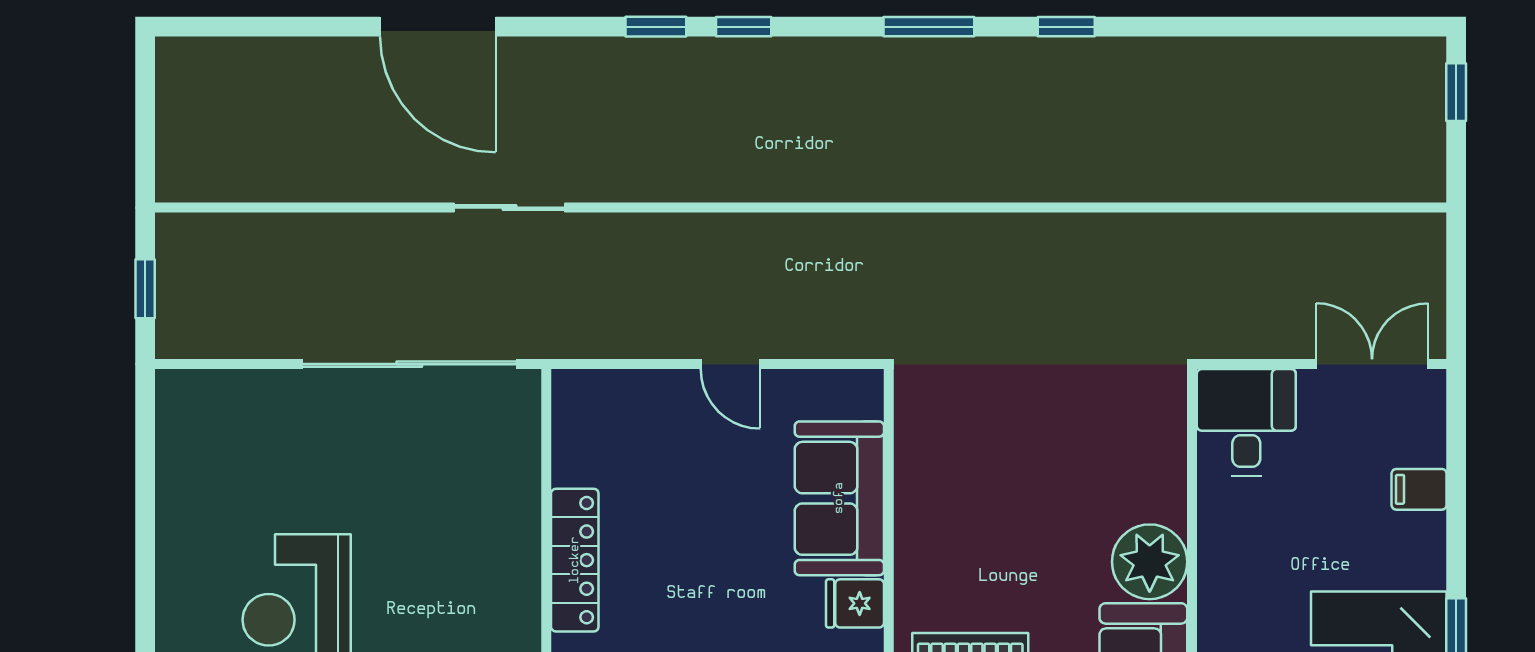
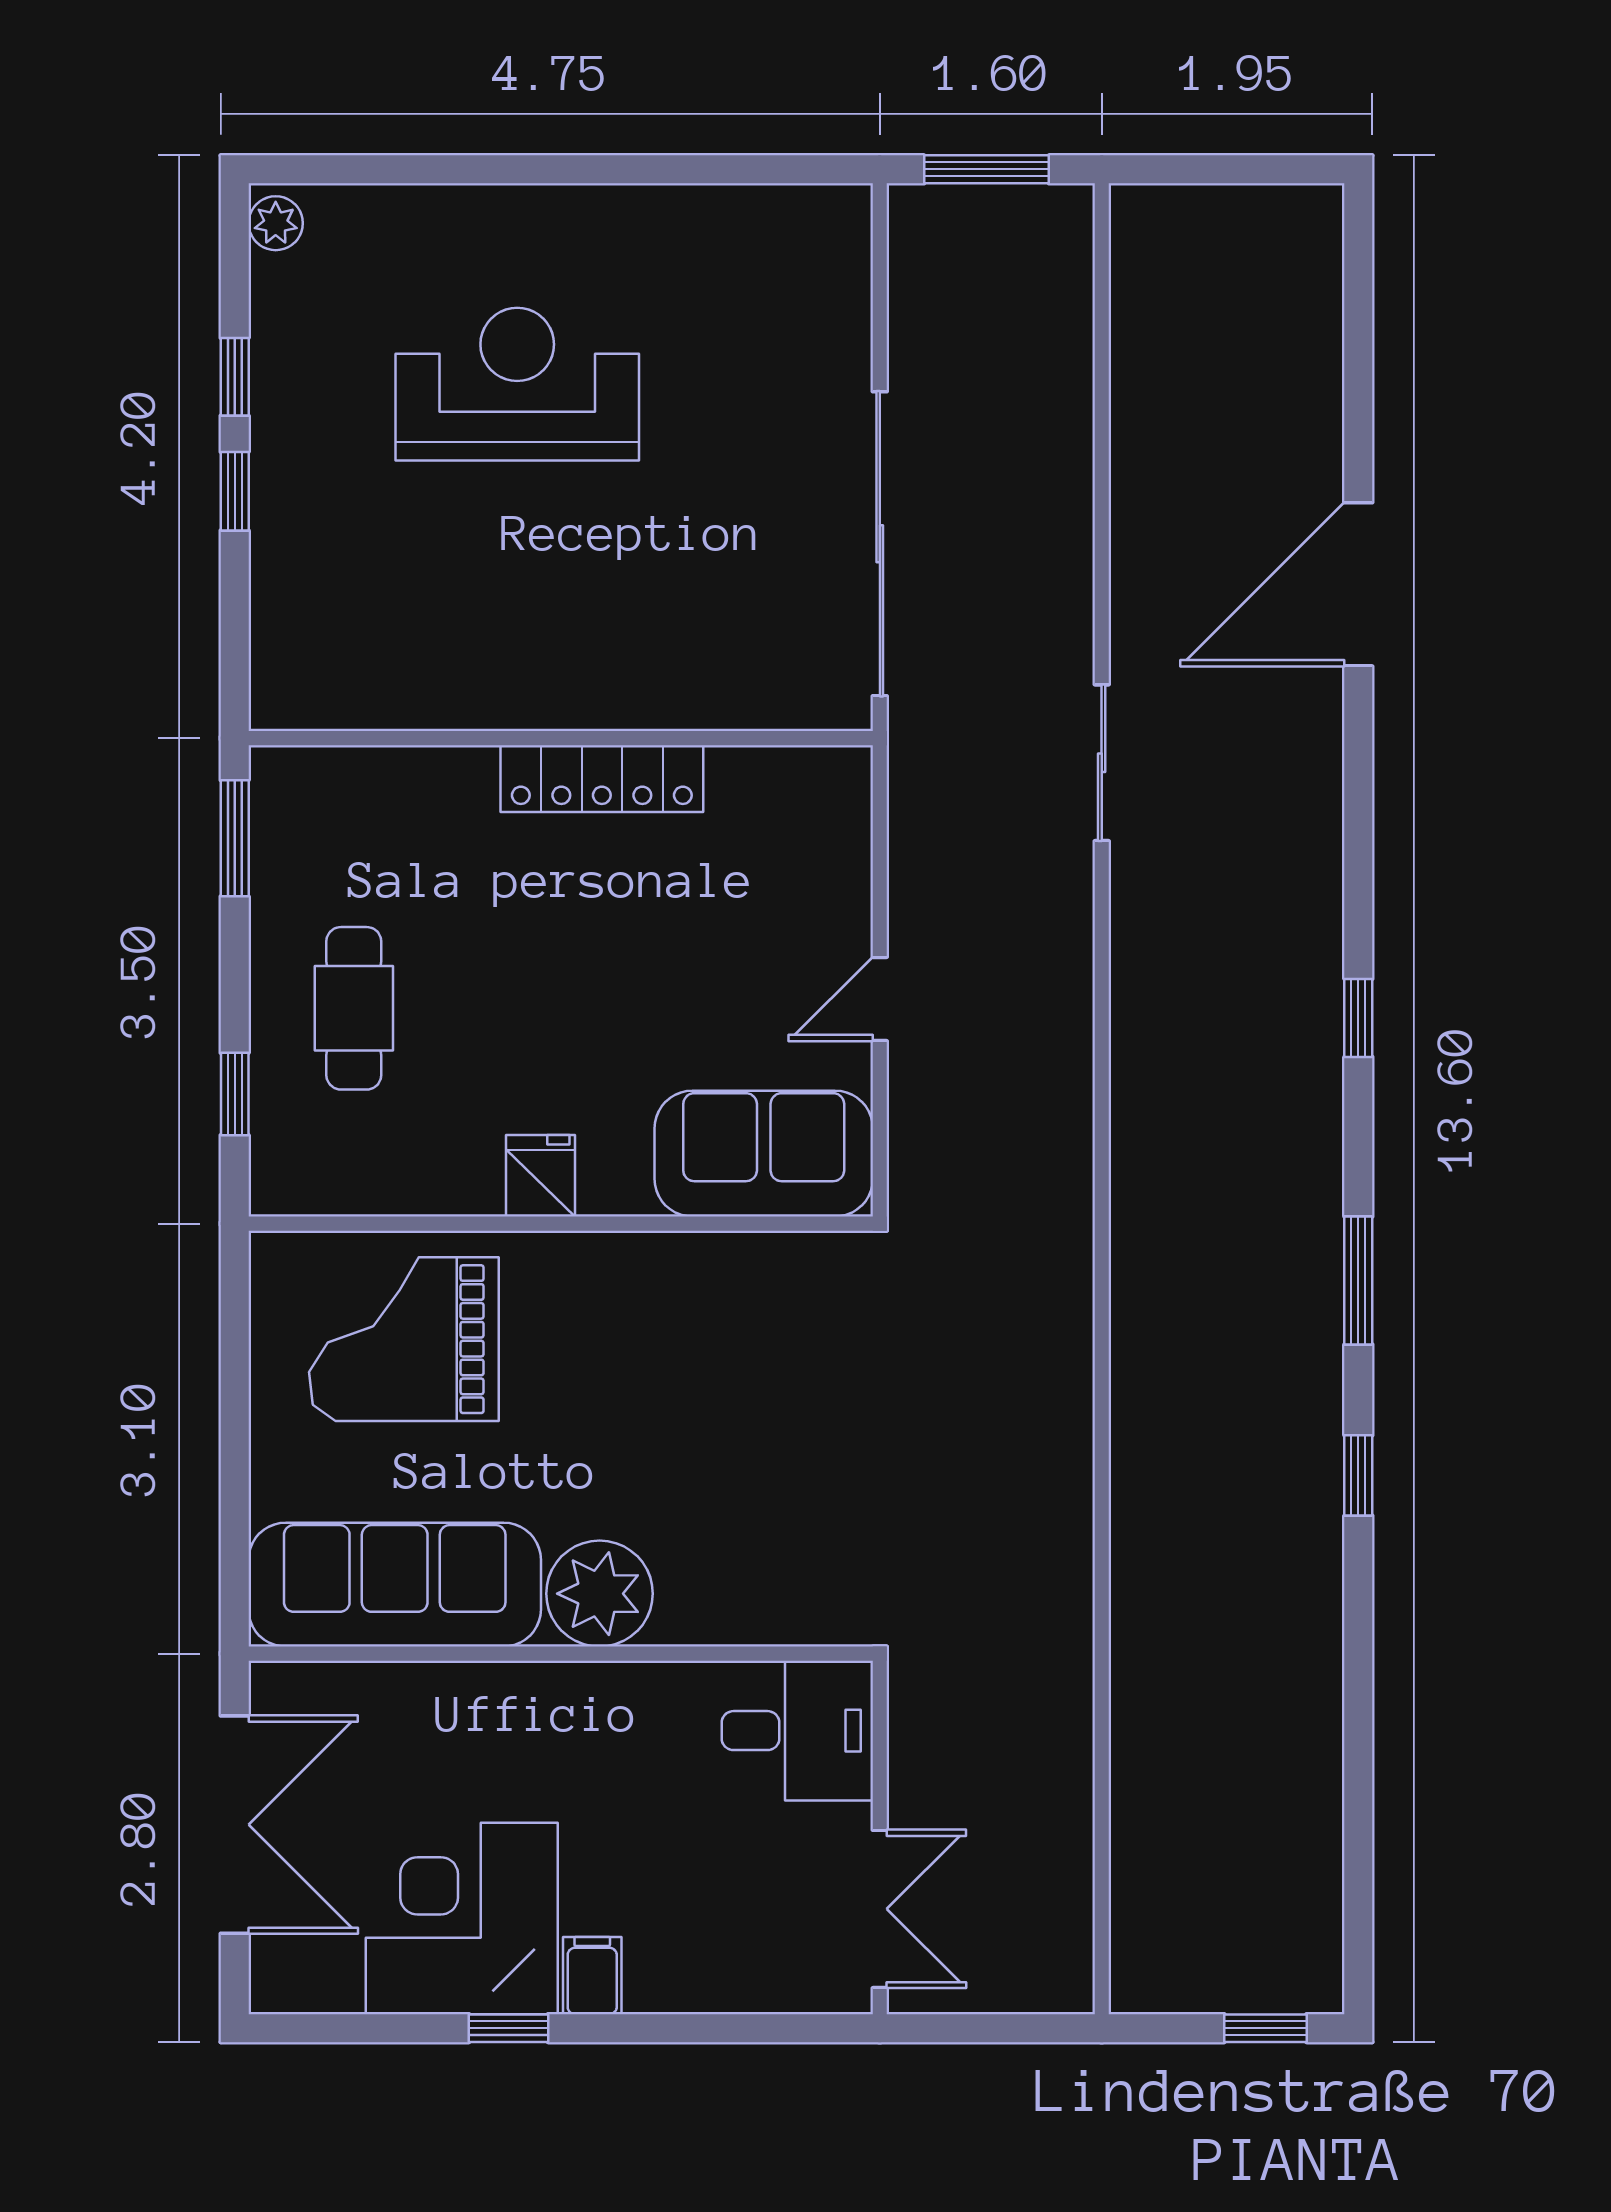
window: (656, 27) -> (1358, 894), removed
sliding door: (509, 208) -> (1102, 763), moved
window: (145, 289) -> (986, 169), width x1.50
filing cabinet: (1419, 489) -> (592, 1976), moved
sofa: (839, 498) -> (764, 1154), moved

